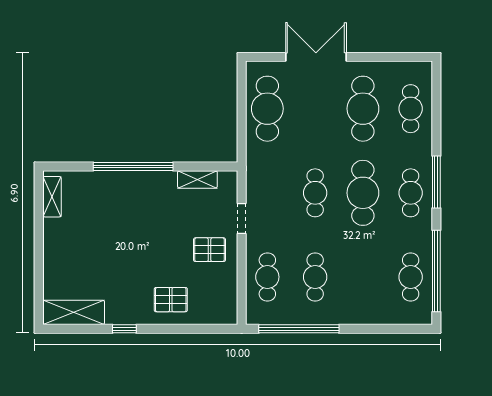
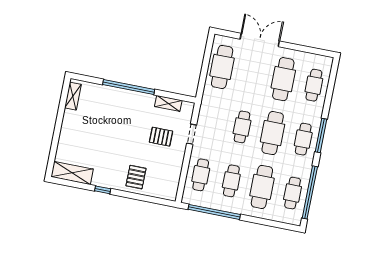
pallet: (210, 250) -> (161, 137), moved
cafe table: (363, 277) -> (262, 187), added
pallet: (171, 300) -> (136, 177), turned 90

